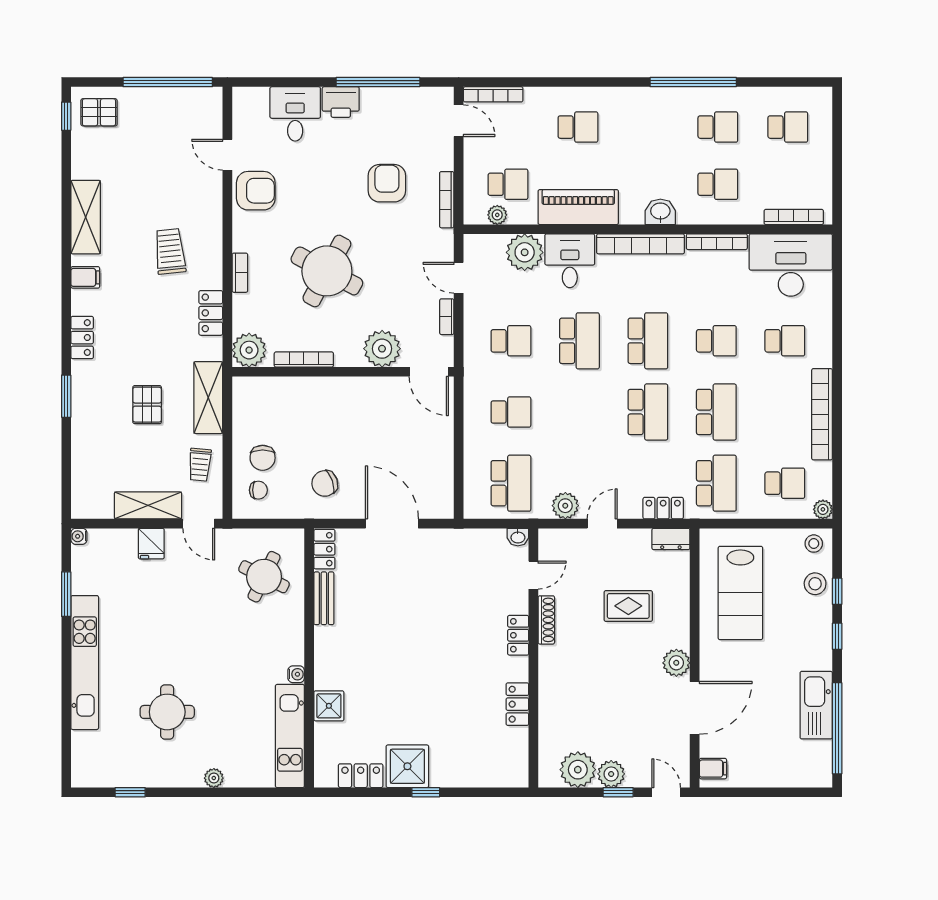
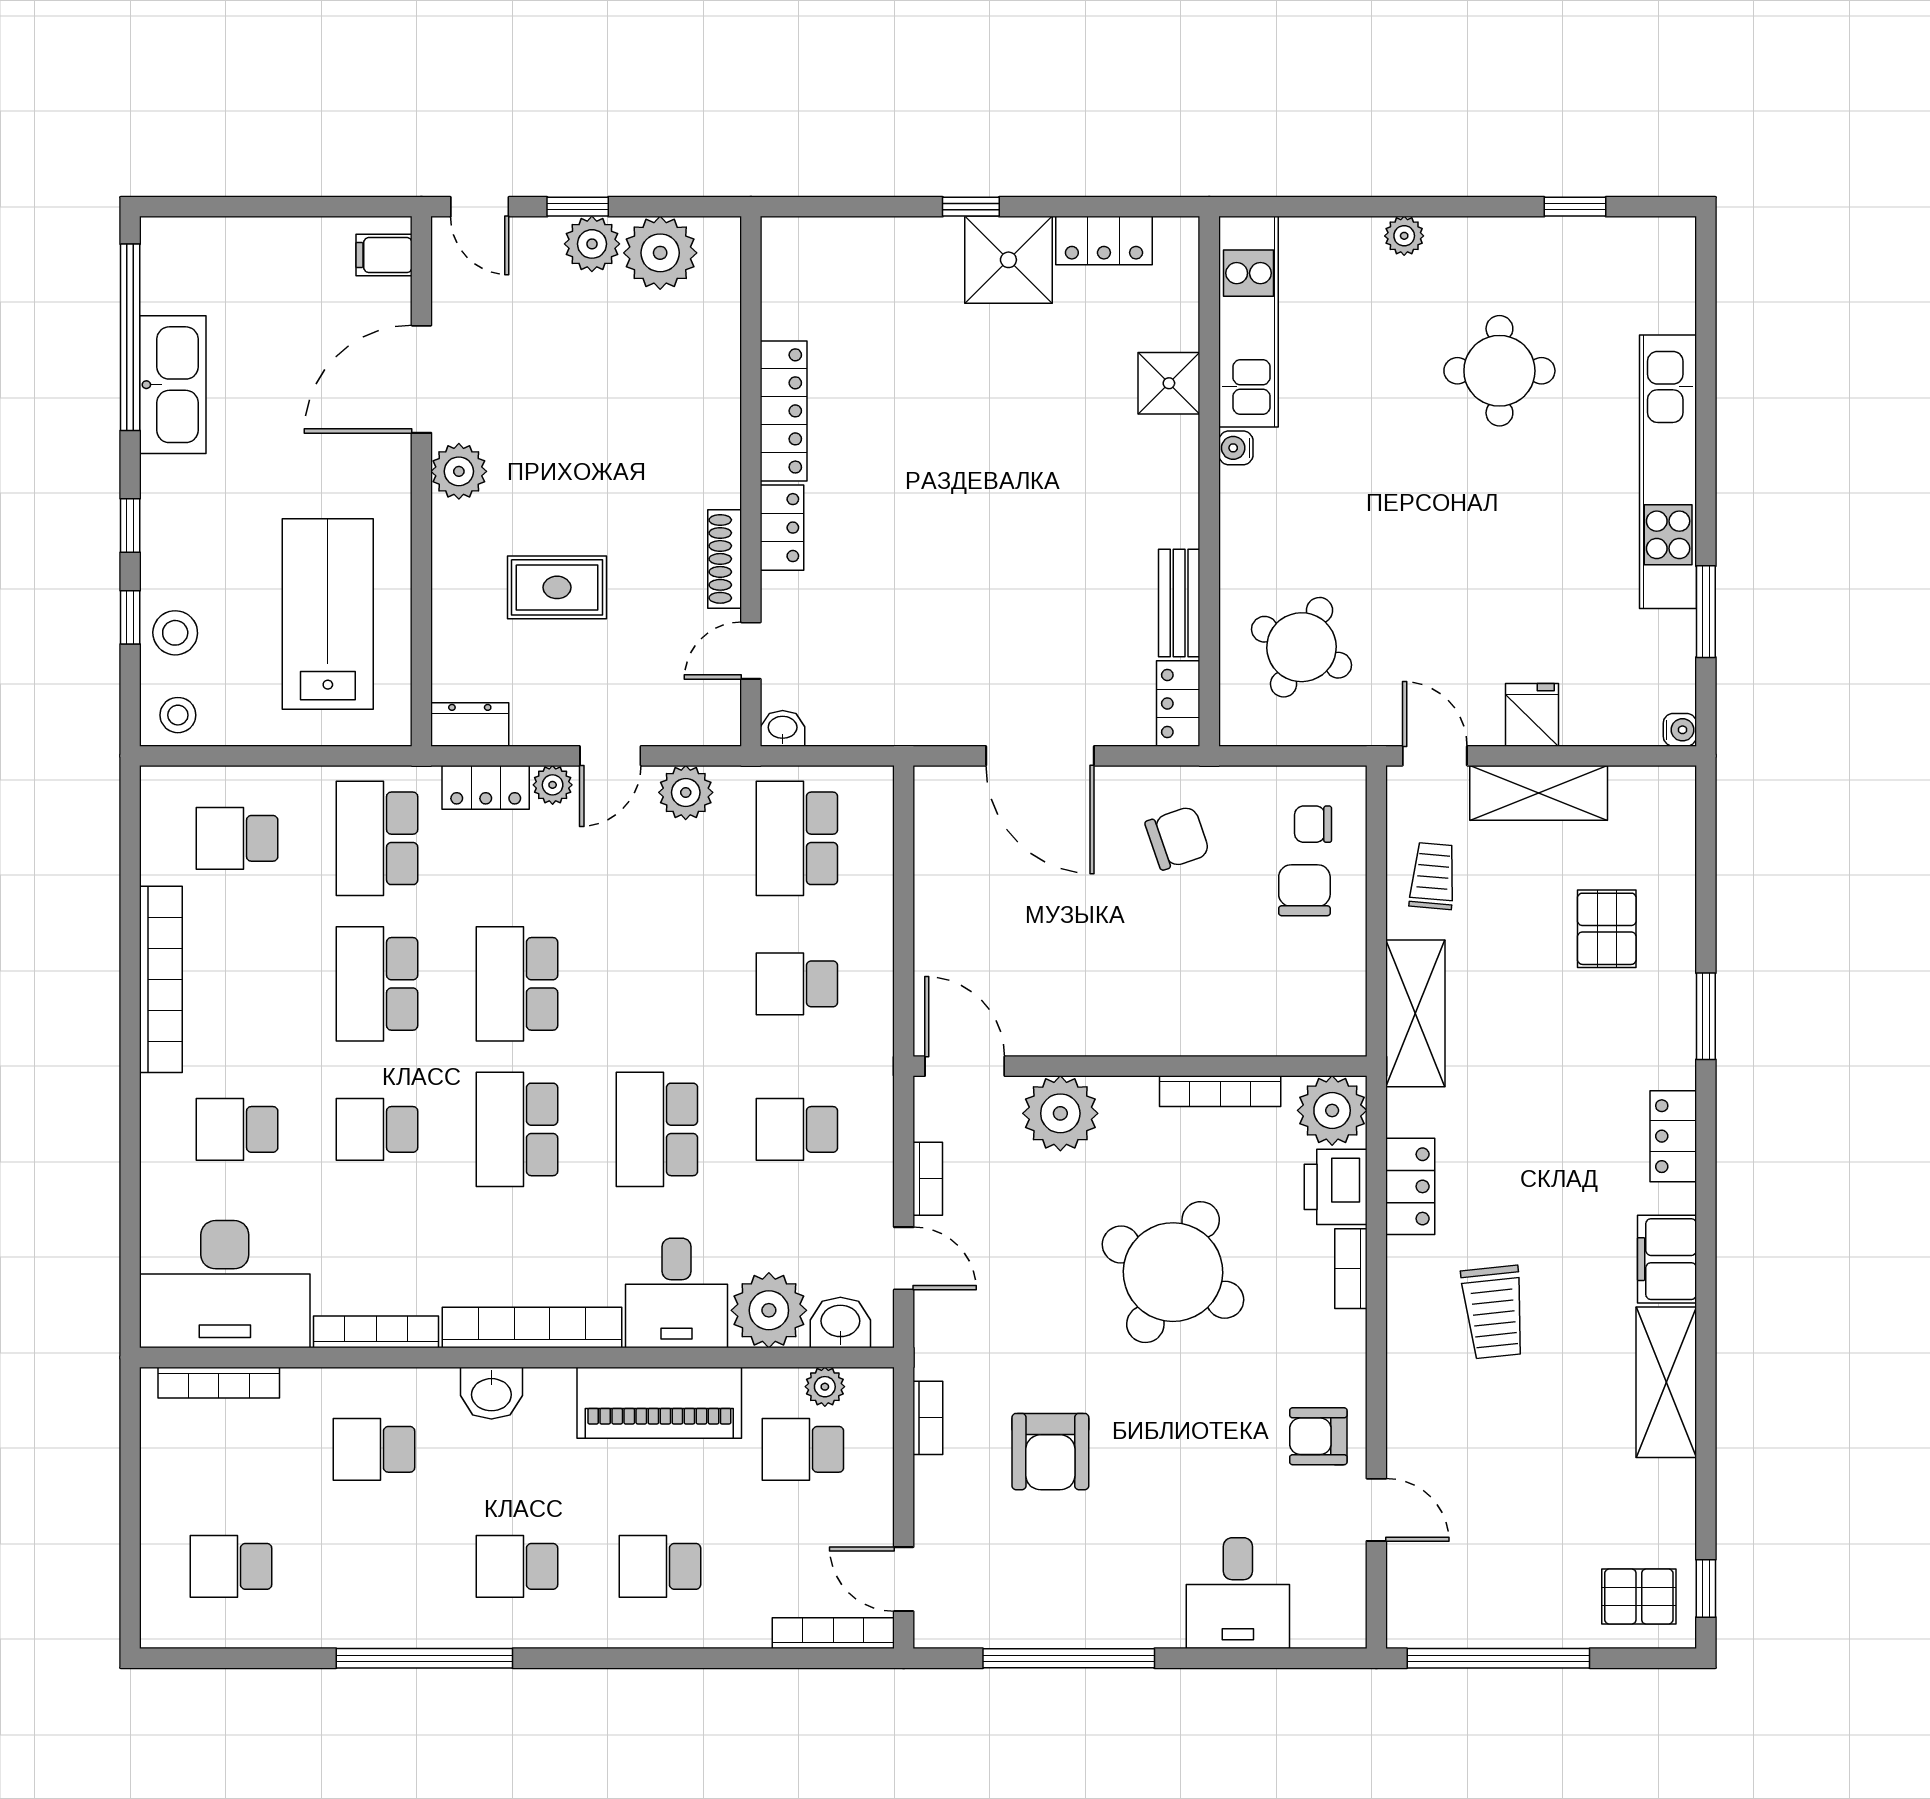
printer: (341, 102) -> (1336, 1187), moved, turned -90
school desk: (718, 127) -> (517, 1566), moved
armchair: (256, 191) -> (1318, 1436), width x0.72, depth x0.72
bookcase: (447, 200) -> (928, 1418), width x0.64
washbasin: (490, 246) -> (840, 1322), added
filing cabinet: (85, 277) -> (1667, 1259), width x2.00
pallet: (147, 405) -> (1607, 929), moved
plant: (823, 509) -> (553, 785), moved
locker: (517, 704) -> (784, 411), width x1.53

